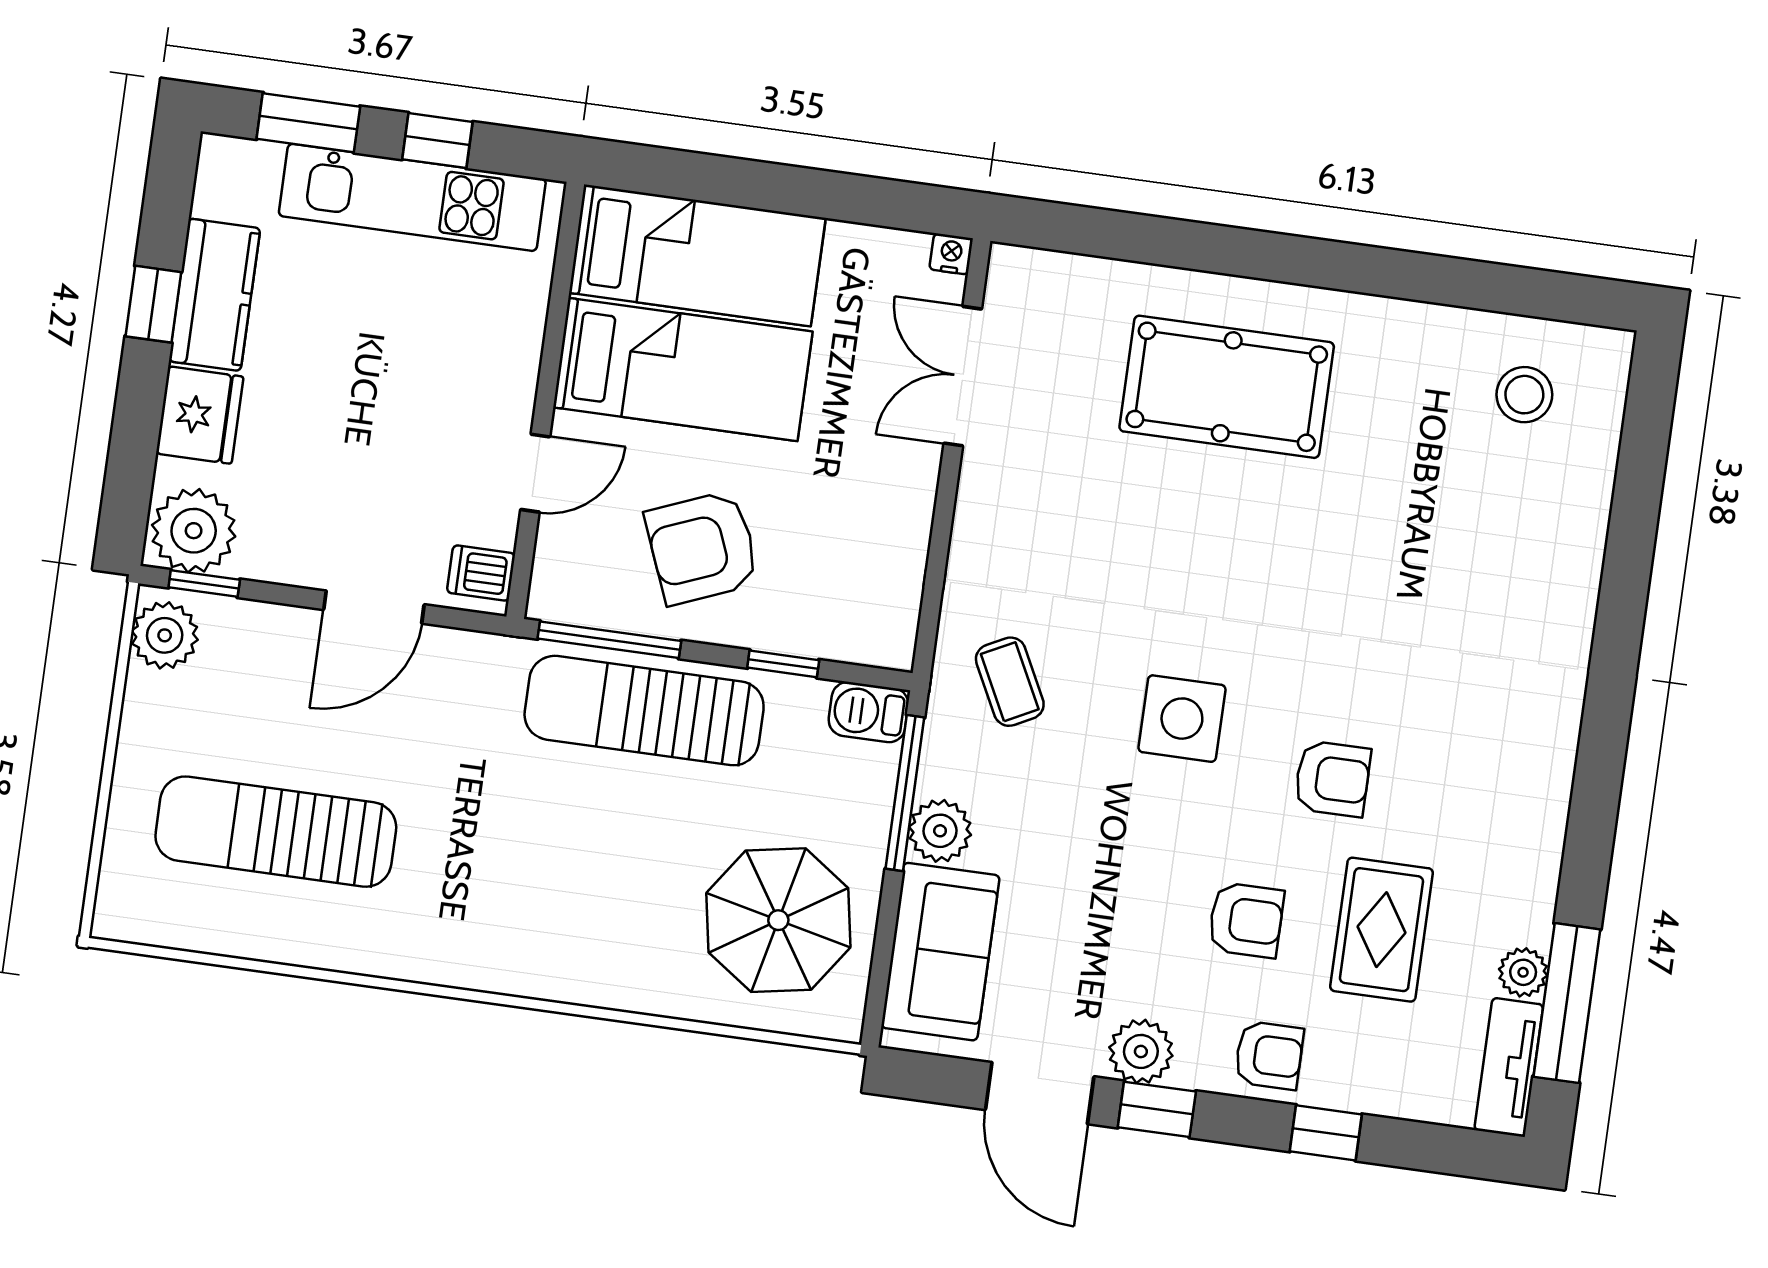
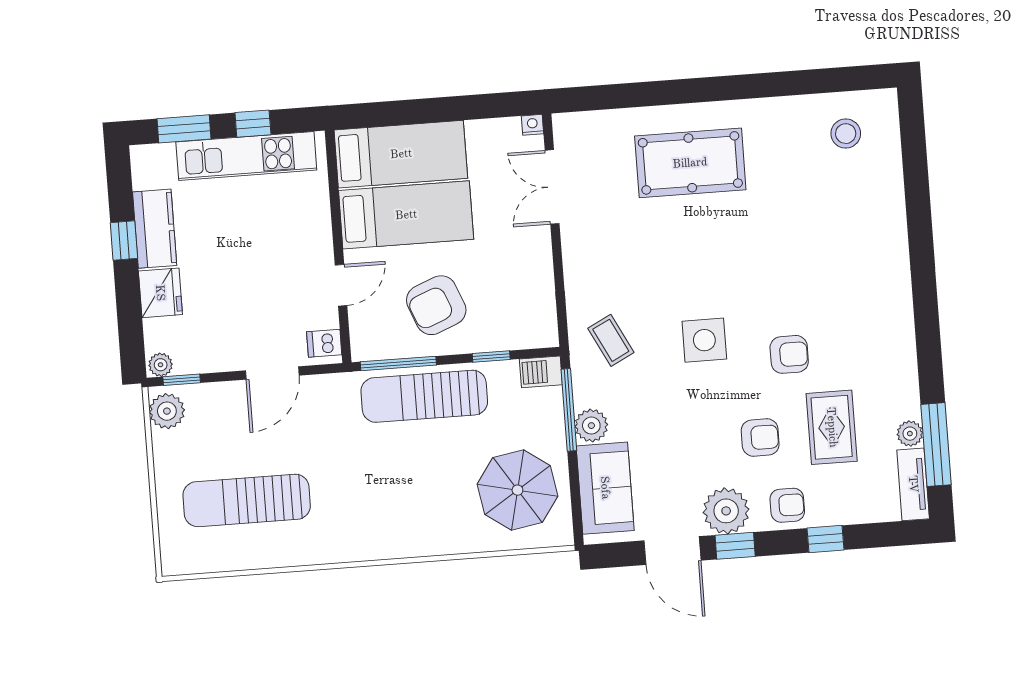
plant: (194, 531) -> (161, 365), width x0.53, depth x0.53
plant: (1141, 1051) -> (726, 511), width x1.36, depth x1.36

